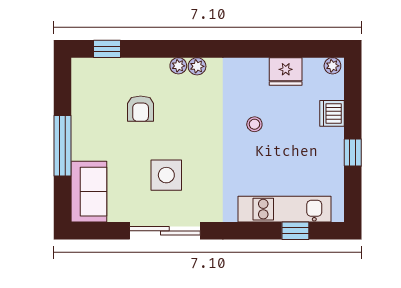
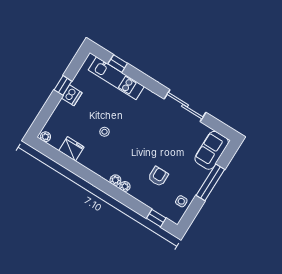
dishwasher: (332, 113) -> (72, 95), moved
side table: (166, 175) -> (181, 201), moved, width x0.54, depth x0.54

